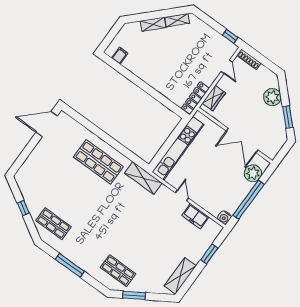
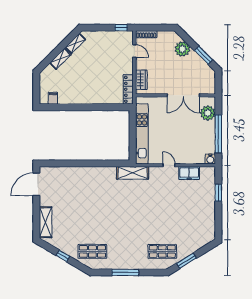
shop shelf: (98, 162) -> (92, 184), removed
shelving: (180, 276) -> (46, 222), moved

